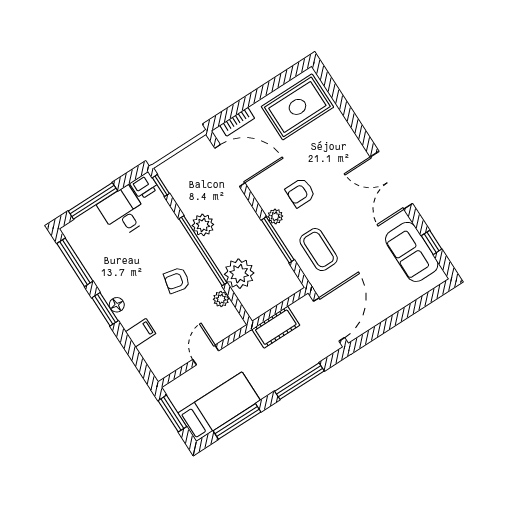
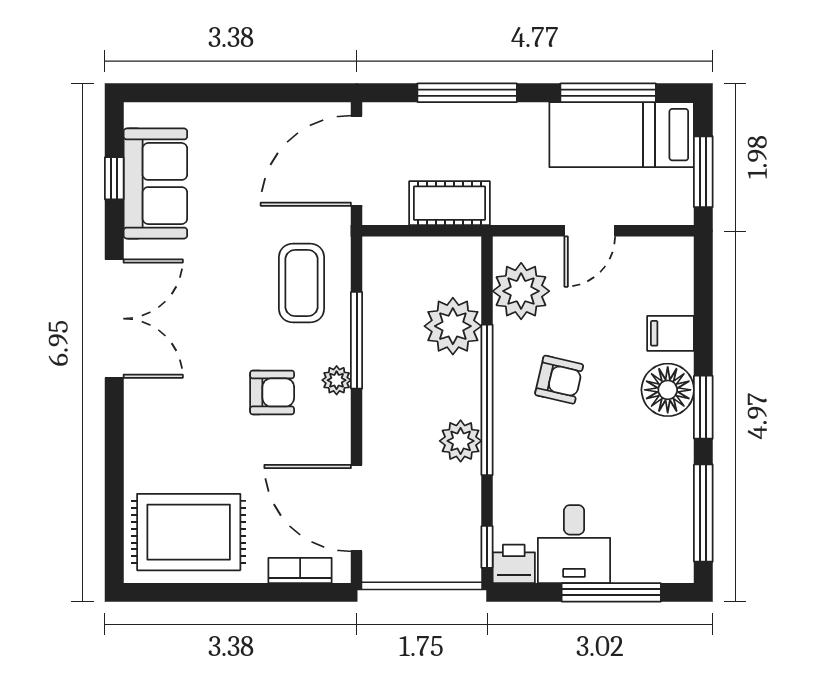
plant: (221, 299) -> (521, 291), width x1.88, depth x1.88
floor lamp: (117, 305) -> (668, 390), width x1.89, depth x1.89

